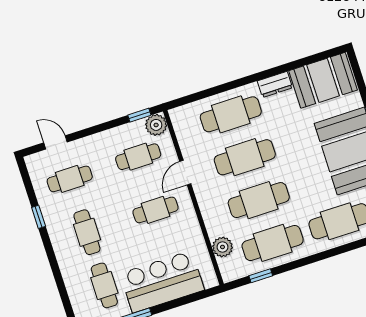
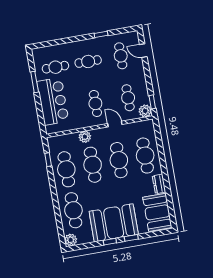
door: (56, 142) -> (143, 51), swing flipped
plant: (222, 247) -> (85, 137), moved

